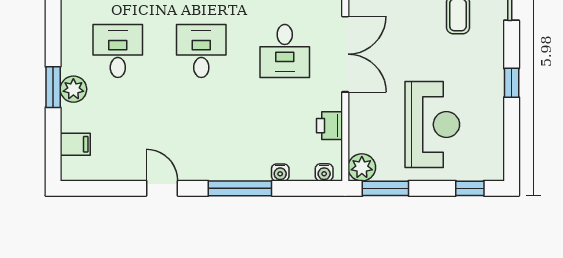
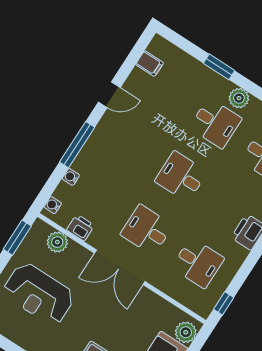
desk: (201, 51) -> (181, 176), turned 180
plant: (73, 89) -> (239, 98), moved
filing cabinet: (75, 144) -> (150, 64), moved, turned -90
plant: (362, 167) -> (57, 242), moved

